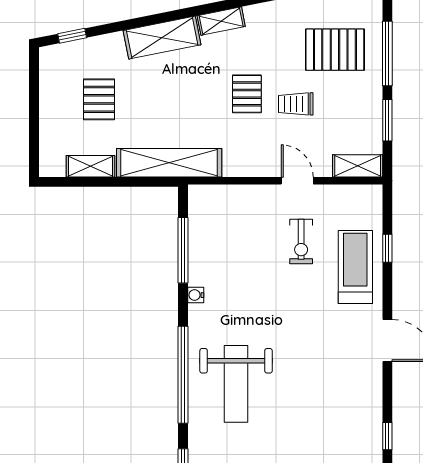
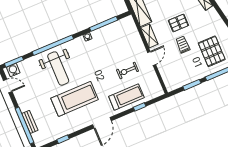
shelving: (358, 166) -> (149, 36), moved
treadmill: (314, 377) -> (75, 99), added
weight bench: (236, 384) -> (58, 69), turned -90

